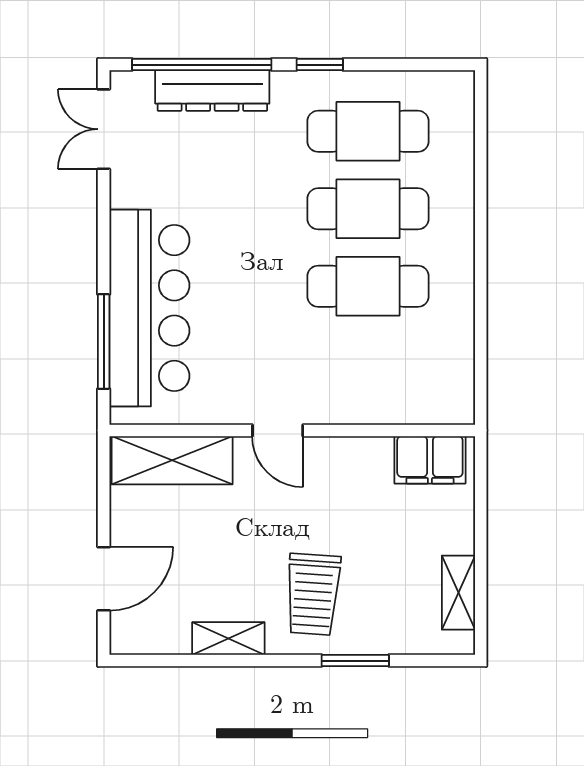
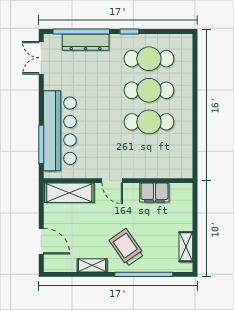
filing cabinet: (430, 460) -> (154, 193), moved
door: (104, 579) -> (41, 241), hinge flipped
trolley: (313, 594) -> (127, 247), turned 141
window: (355, 661) -> (144, 274), width x2.11

